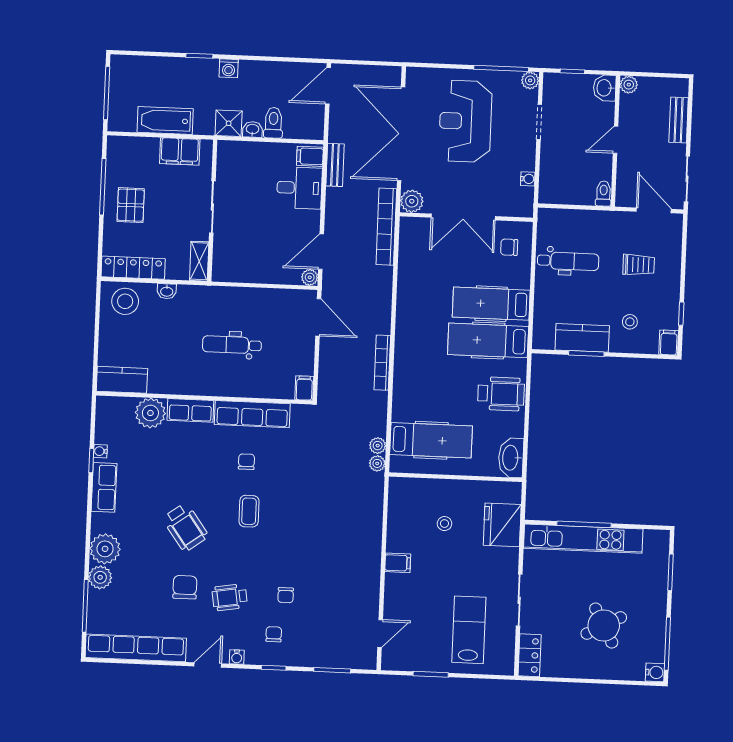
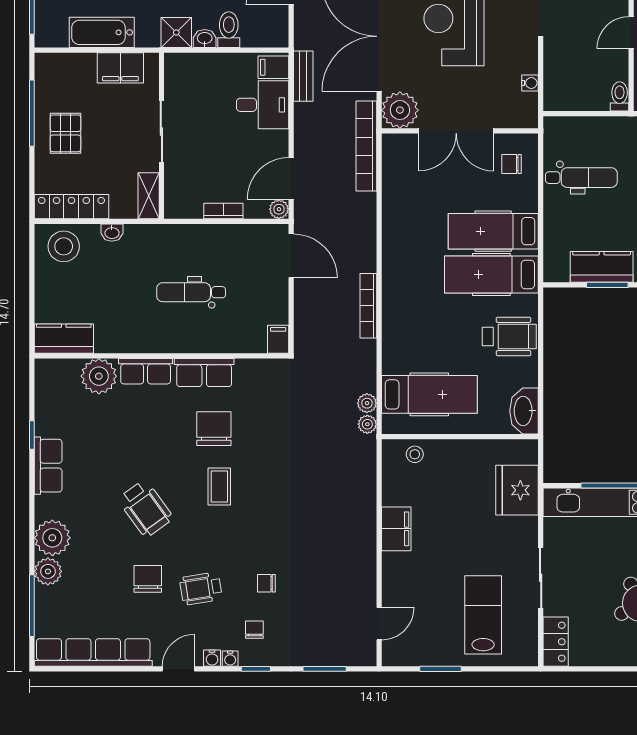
plant: (412, 201) -> (400, 110), width x1.36, depth x1.36
bookcase: (262, 277) -> (223, 211), added
row of seats: (252, 414) -> (204, 373), width x0.68
water cooler: (100, 451) -> (230, 659), moved, turned -90
chair: (246, 462) -> (214, 429), width x1.87, depth x1.87
stool: (444, 524) -> (415, 454), moved
filing cabinet: (398, 563) -> (396, 529), width x2.00
chair: (286, 595) -> (266, 583), turned 90

